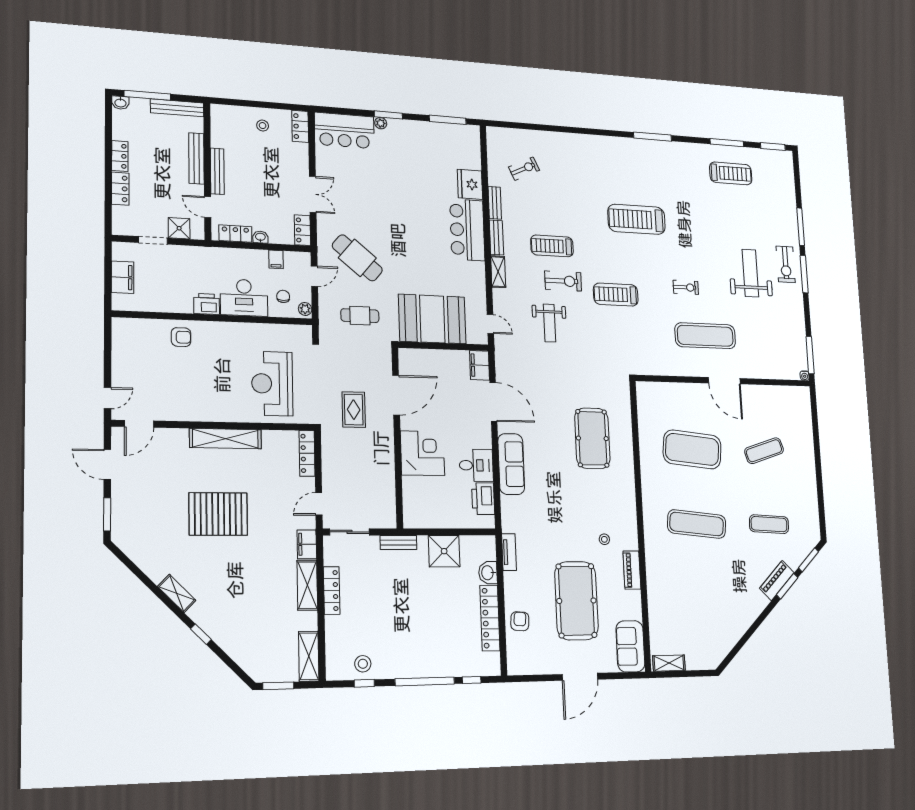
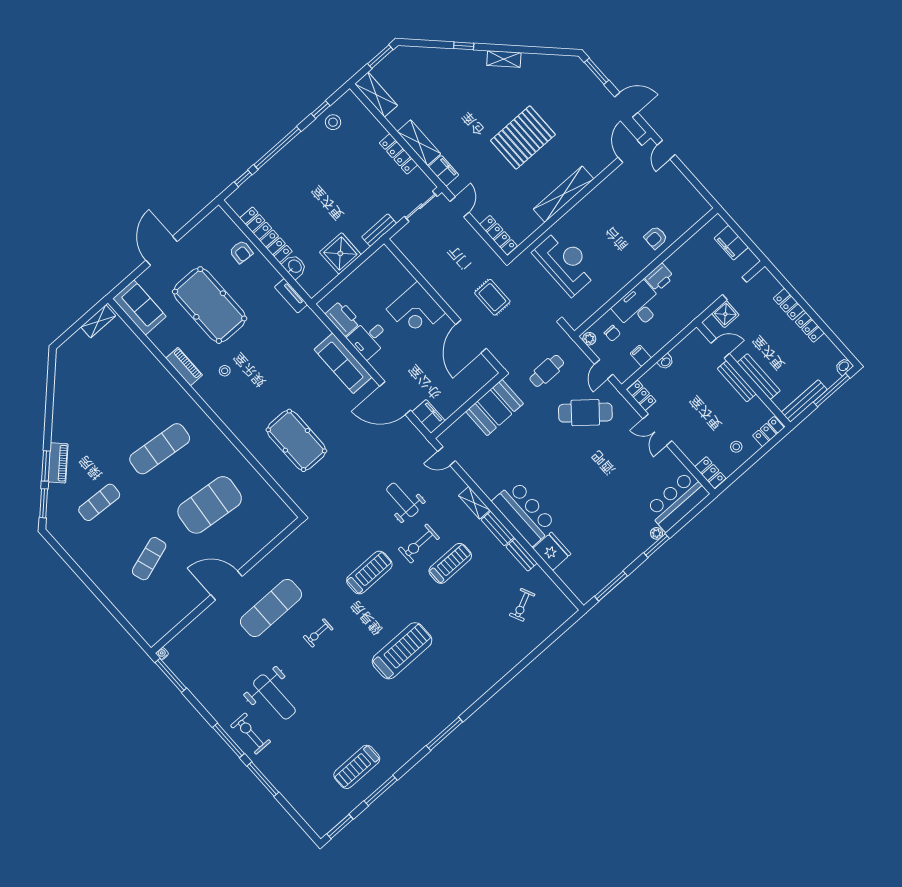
locker: (235, 234) -> (768, 432), moved, turned 180
booth: (432, 319) -> (495, 408), width x0.73, depth x0.70

